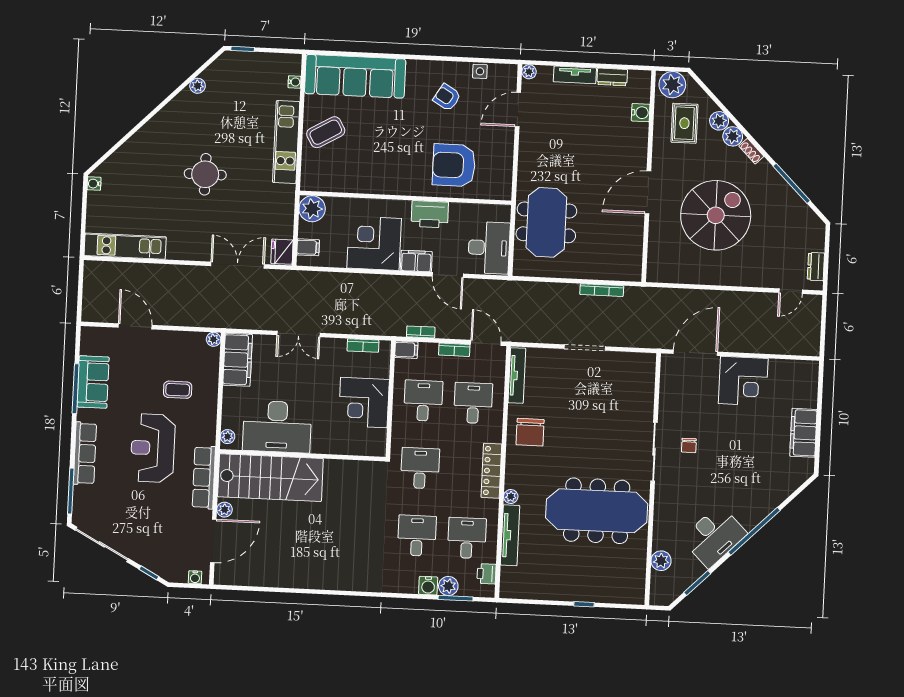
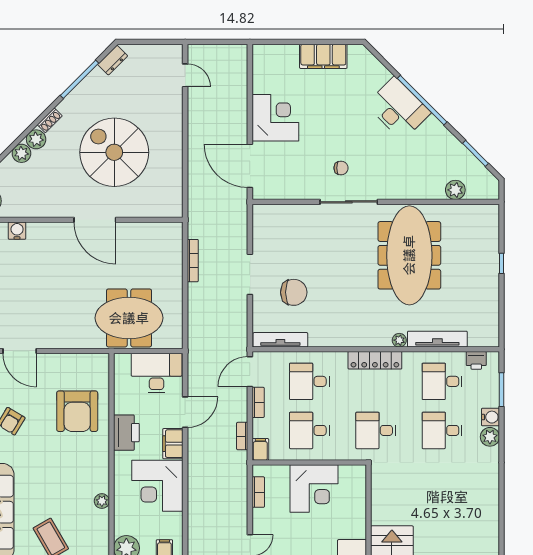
rug: (684, 123) -> (25, 187), removed
plant: (361, 186) -> (102, 501), added
dresser: (816, 267) -> (113, 60), moved, turned -45
chair: (530, 432) -> (294, 292), moved
desk: (714, 536) -> (398, 109), moved
plant: (448, 586) -> (490, 437), moved

